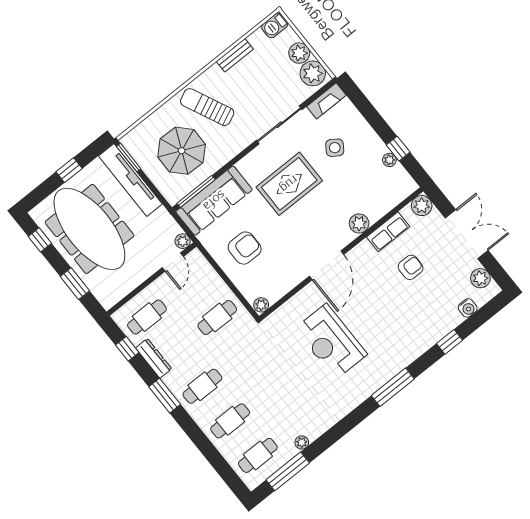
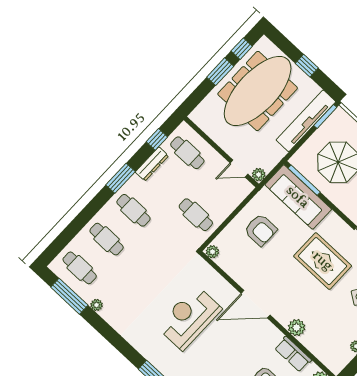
window: (75, 284) -> (220, 72), moved

